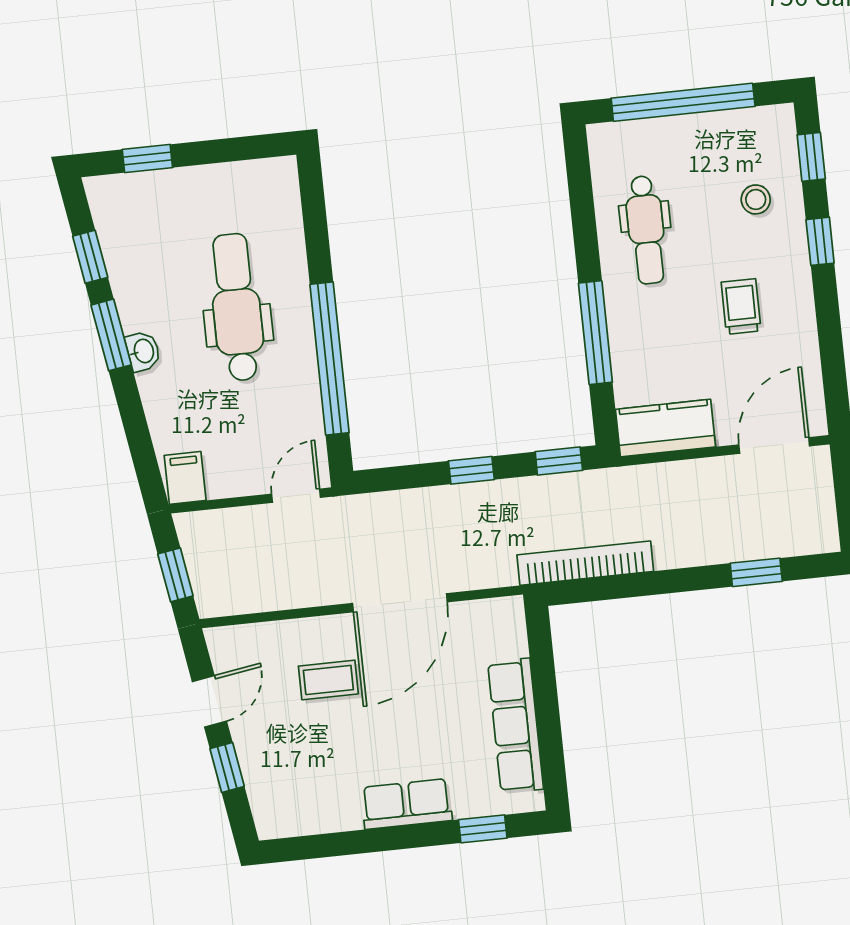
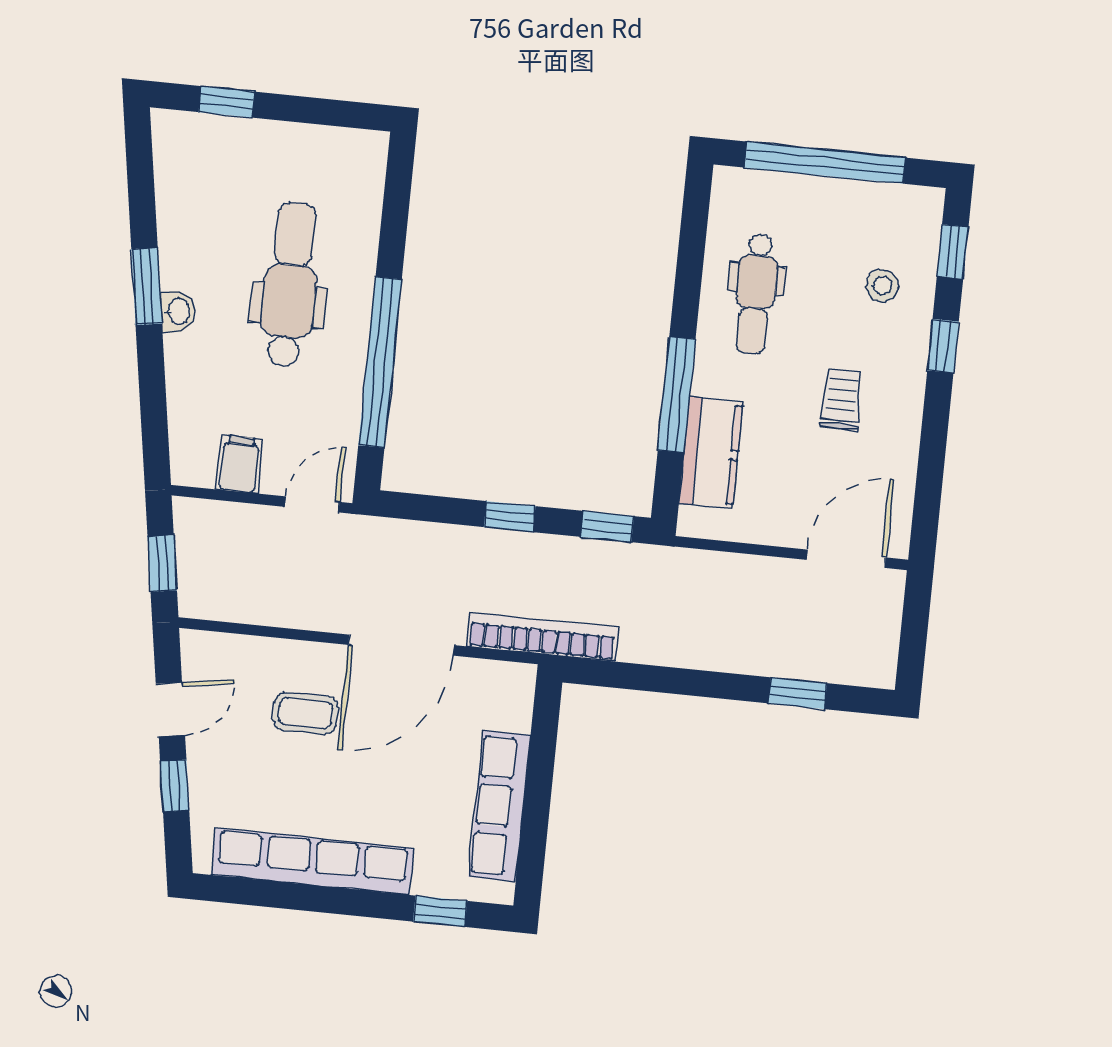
window: (90, 257) -> (142, 196), removed
kitchen counter: (665, 428) -> (711, 453), moved, turned 90
filing cabinet: (185, 478) -> (240, 464), moved
bookcase: (585, 563) -> (542, 637), moved
row of seats: (406, 804) -> (313, 862), width x2.02

